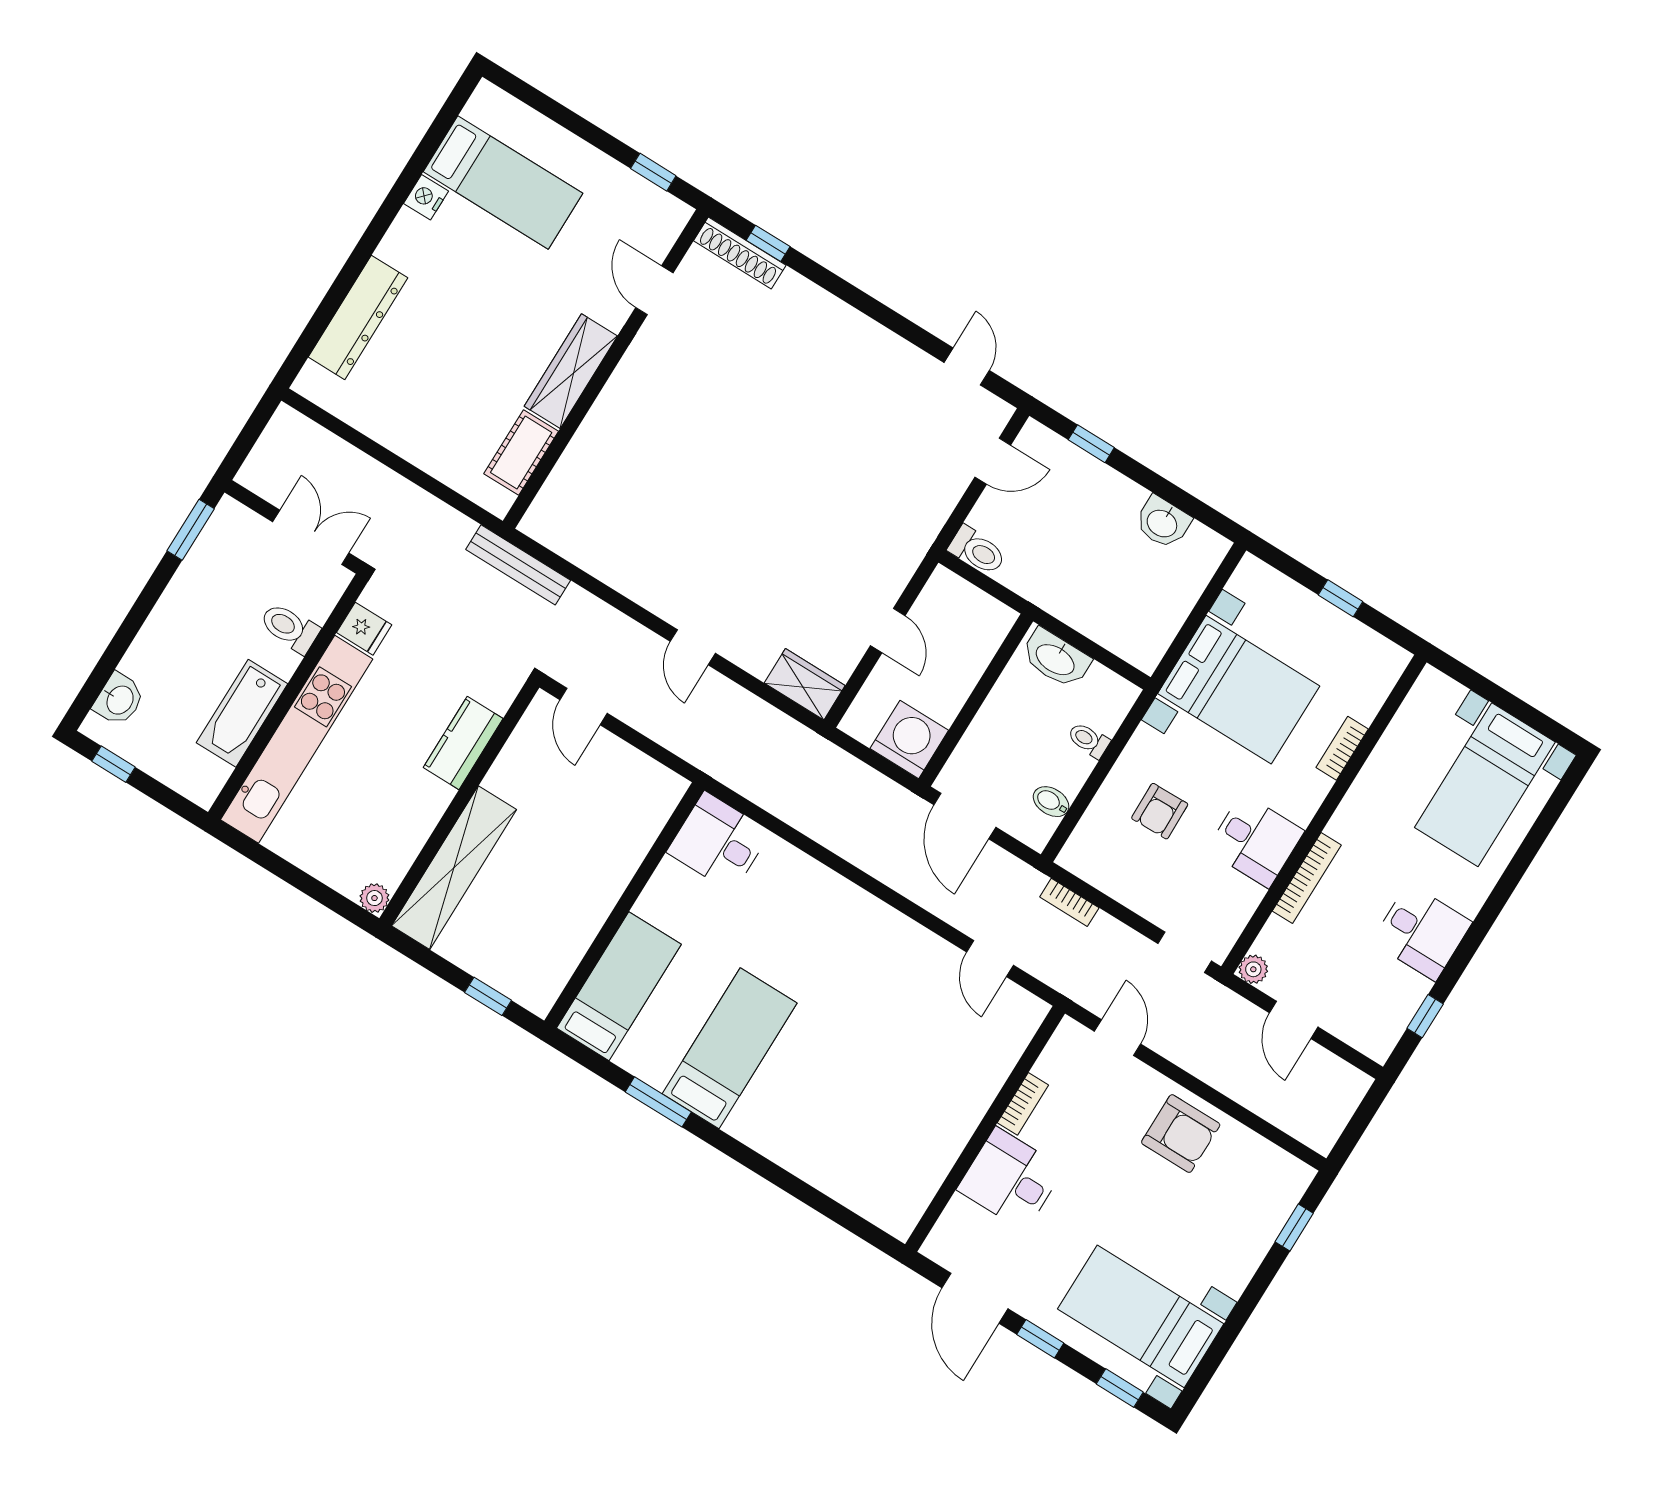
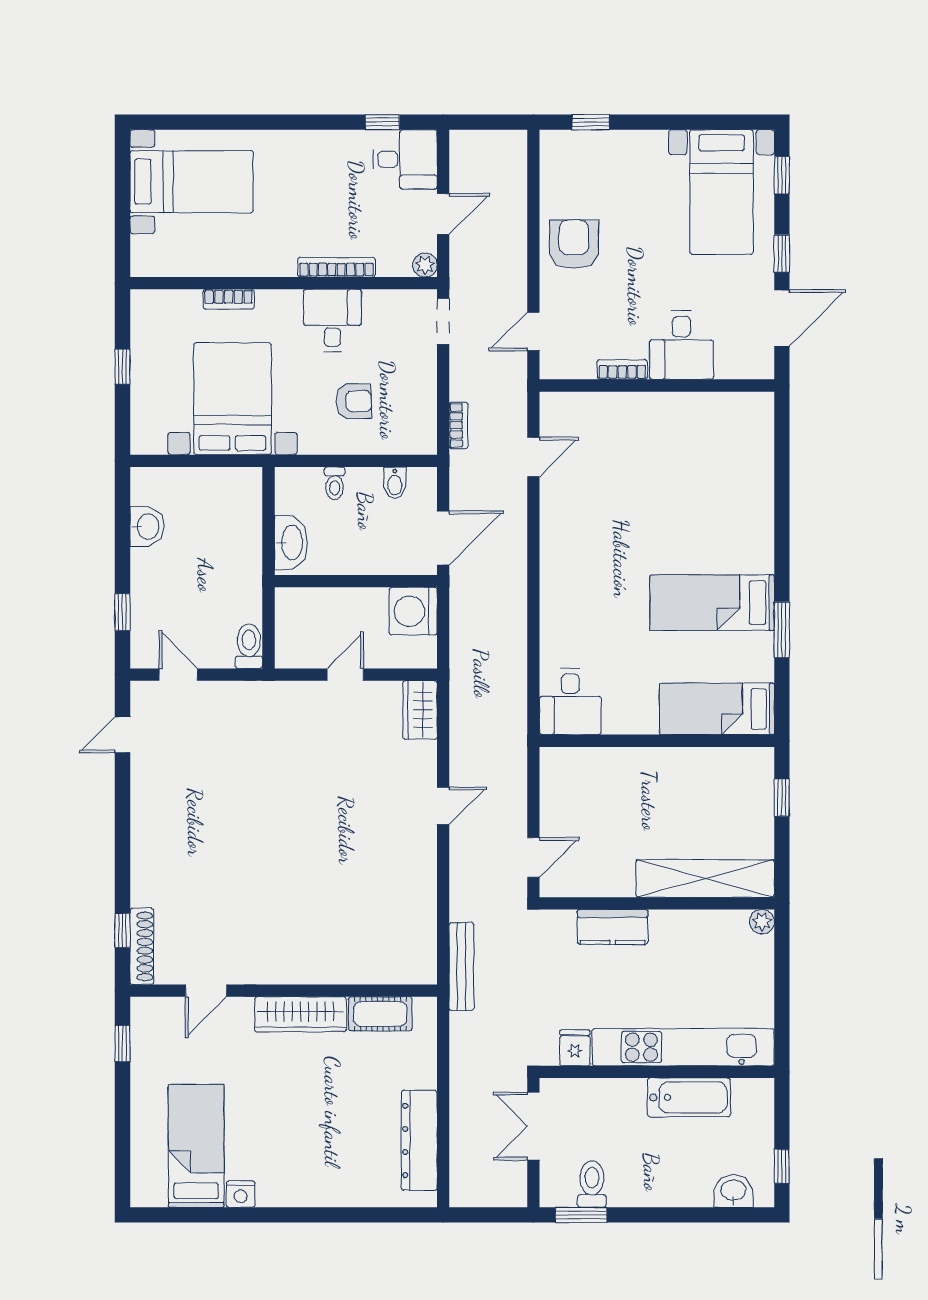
dresser: (358, 317) -> (419, 1140), moved, turned -90
toilet: (290, 628) -> (592, 1184), moved, turned 180
desk: (1422, 932) -> (405, 159), moved, turned 90

